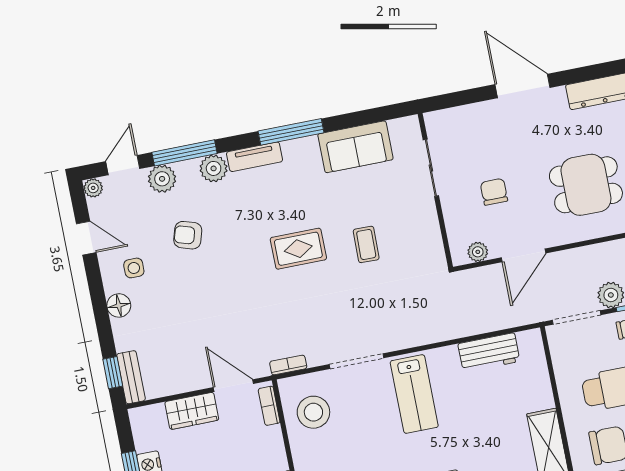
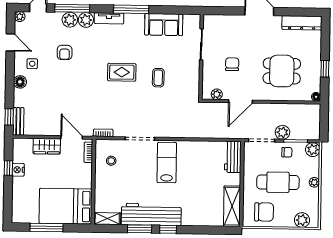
plant: (162, 179) -> (70, 20), moved
armchair: (188, 235) -> (65, 52), turned -107
workbench: (489, 353) -> (233, 157), moved, turned 90
lab bench: (414, 394) -> (167, 163), turned 180
stool: (313, 412) -> (111, 161), width x0.53, depth x0.53

